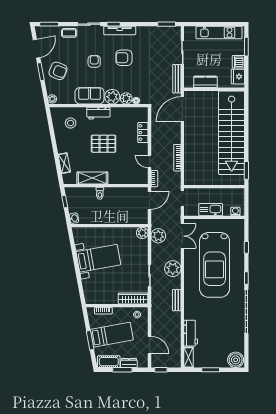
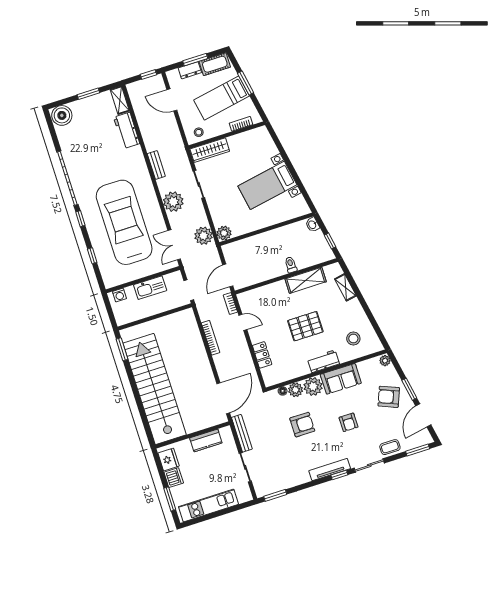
armchair: (124, 58) -> (302, 425), moved

